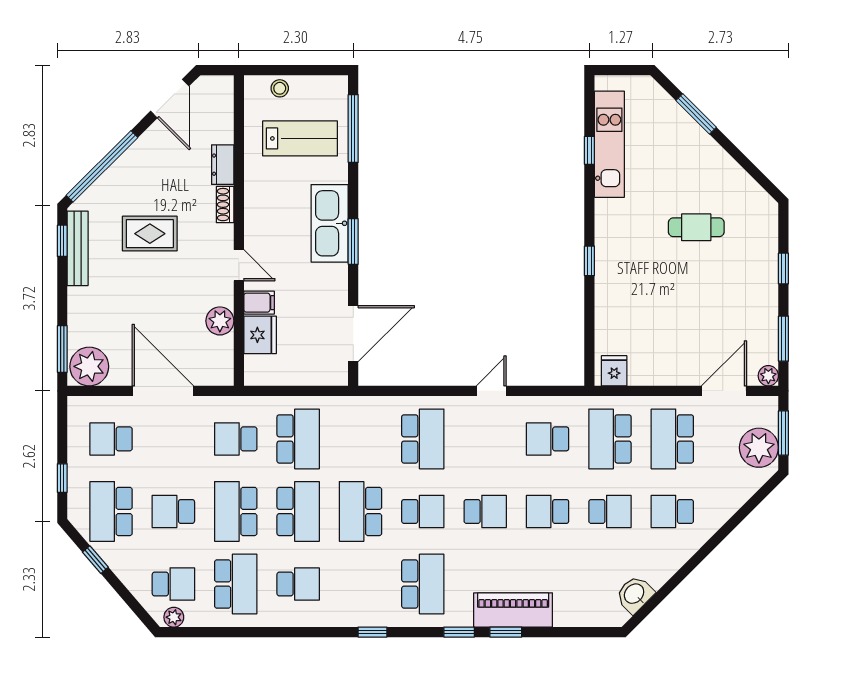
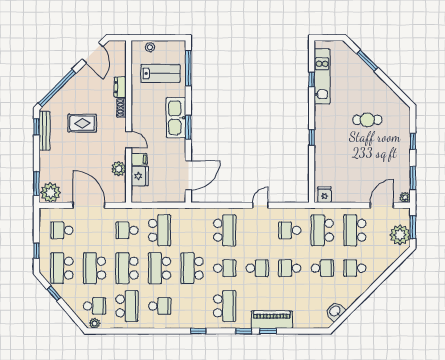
school desk: (173, 511) -> (94, 268), width x1.85
school desk: (298, 511) -> (160, 268), turned 180

